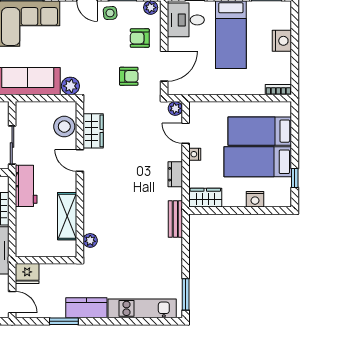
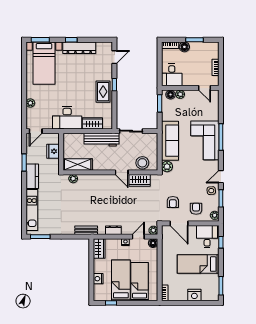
floor lamp: (196, 109) -> (153, 243), added
door: (80, 161) -> (122, 172), swing flipped
workbench: (26, 186) -> (101, 140), width x1.38
shelving: (67, 216) -> (78, 164), moved
fridge: (27, 274) -> (53, 151), moved

